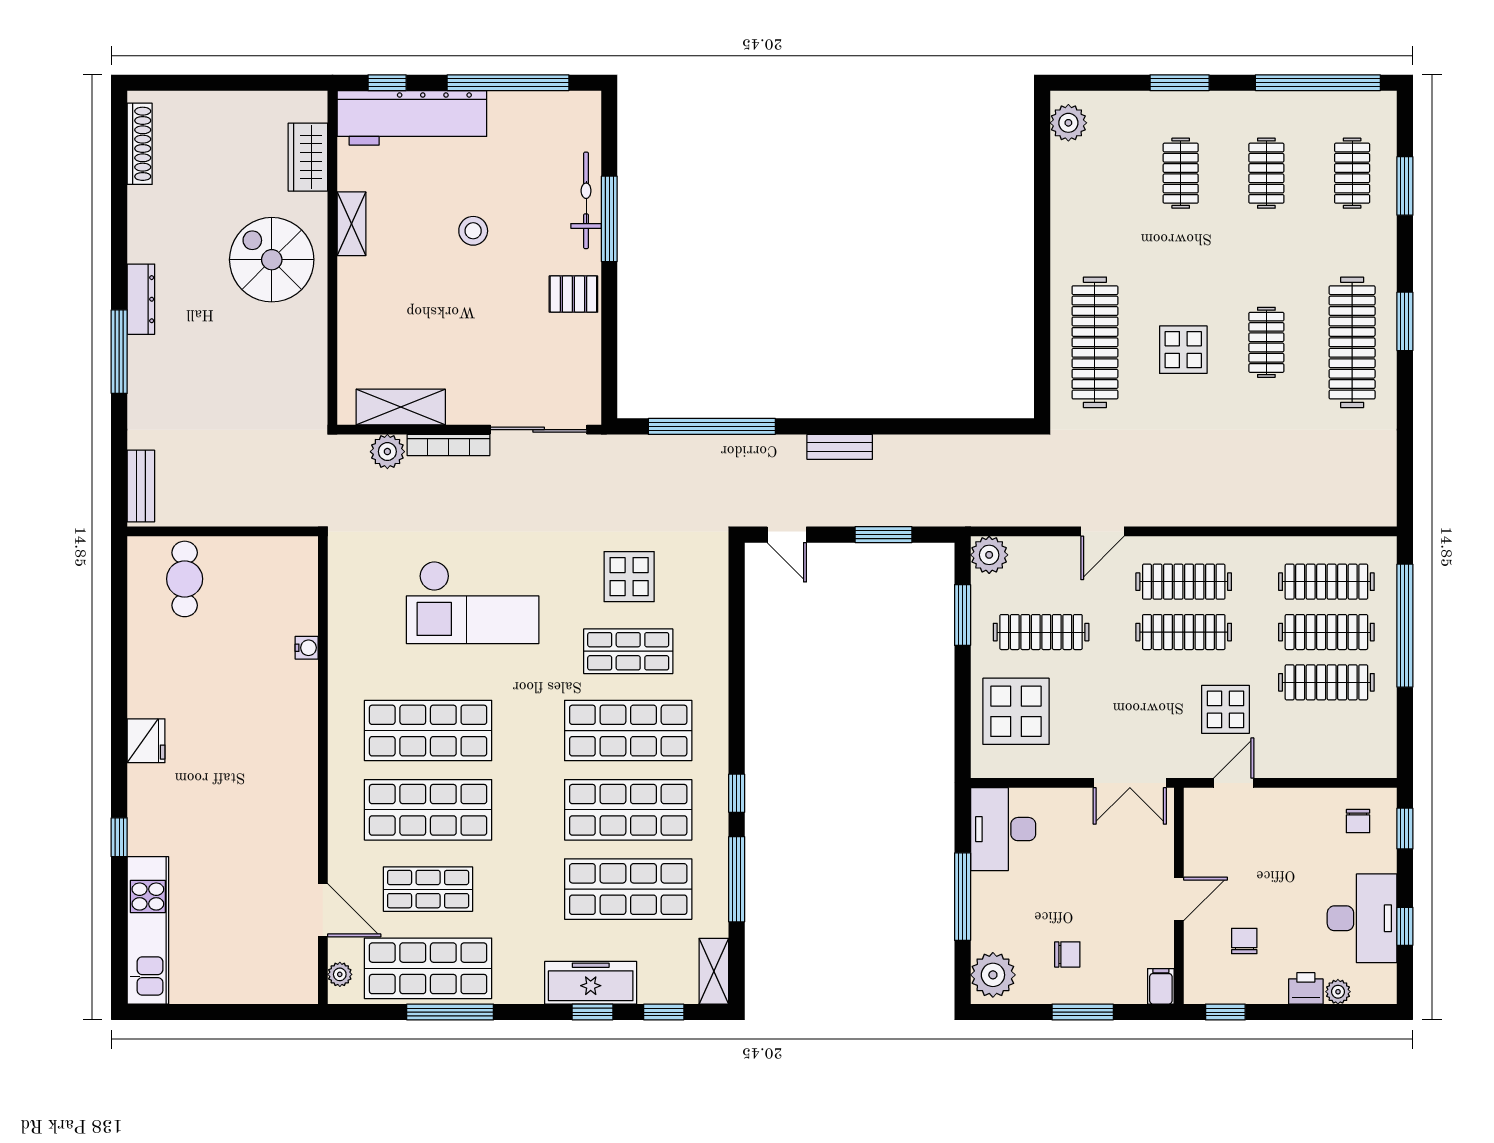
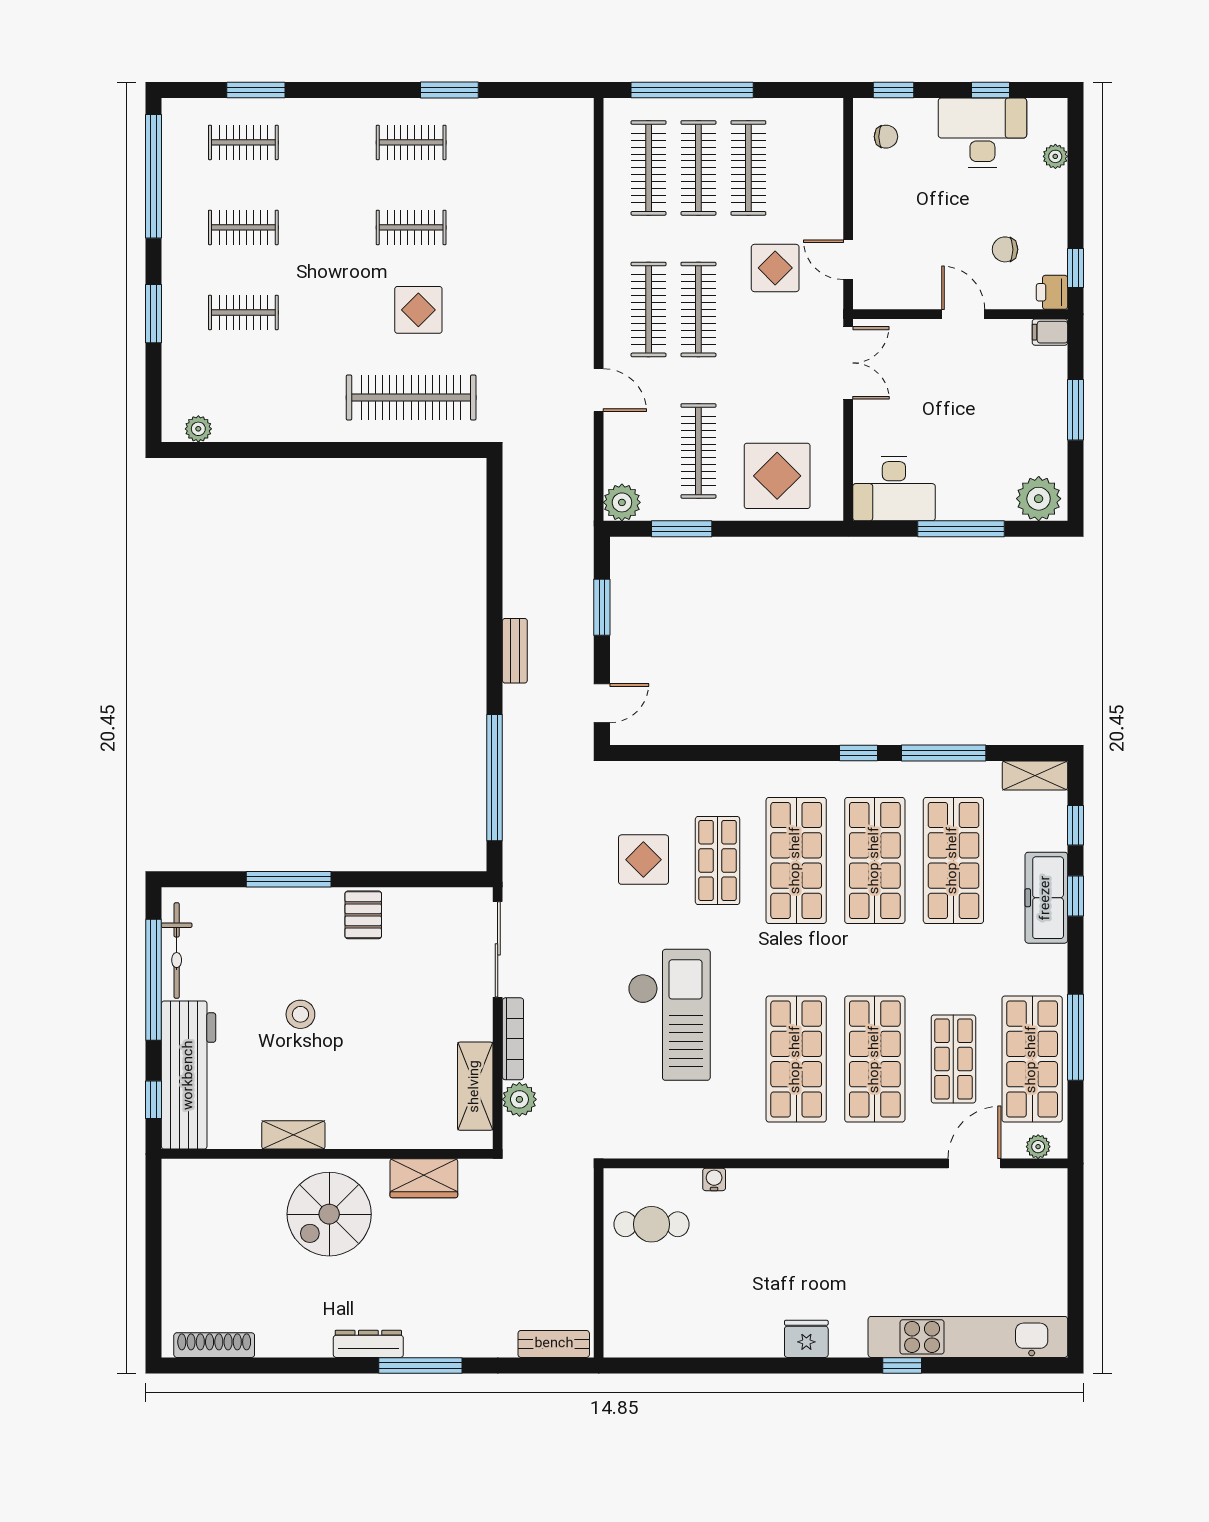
plant: (1068, 123) -> (198, 429), width x0.73, depth x0.73
wardrobe: (308, 157) -> (424, 1178), moved
bicycle: (586, 200) -> (177, 950), moved, turned -90
window: (1405, 321) -> (449, 90), moved
clothes rail: (1352, 342) -> (411, 142), width x0.54, depth x0.76
cafe table: (185, 579) -> (652, 1224), moved
kitchen unit: (148, 930) -> (968, 1337), width x1.36
chair: (1067, 954) -> (1018, 425), removed
printer: (1306, 988) -> (1052, 292), moved

